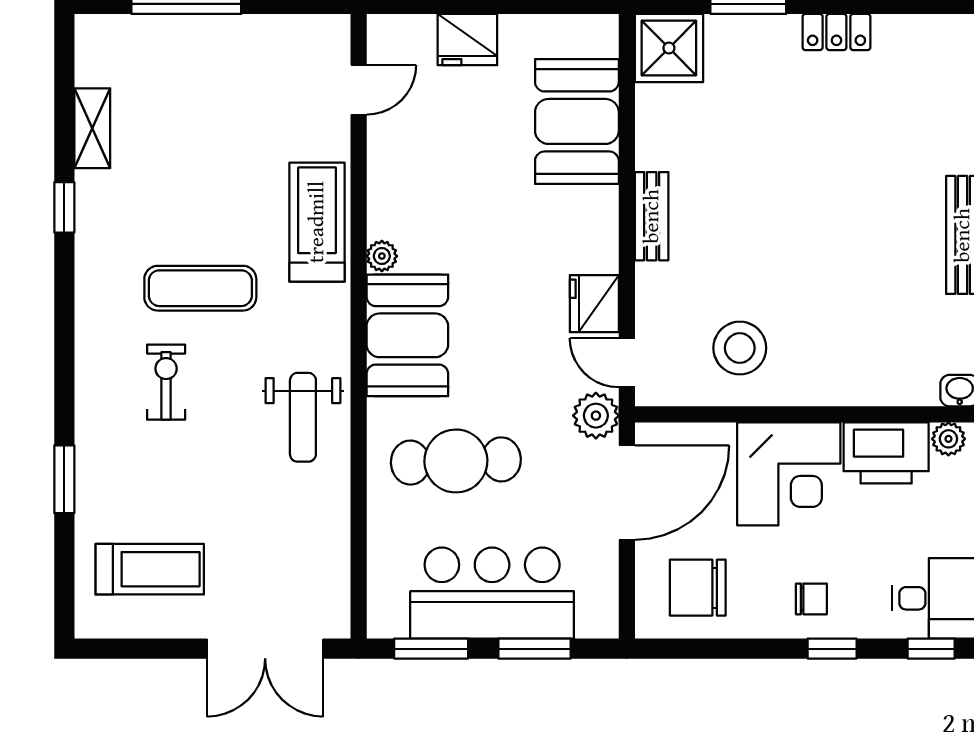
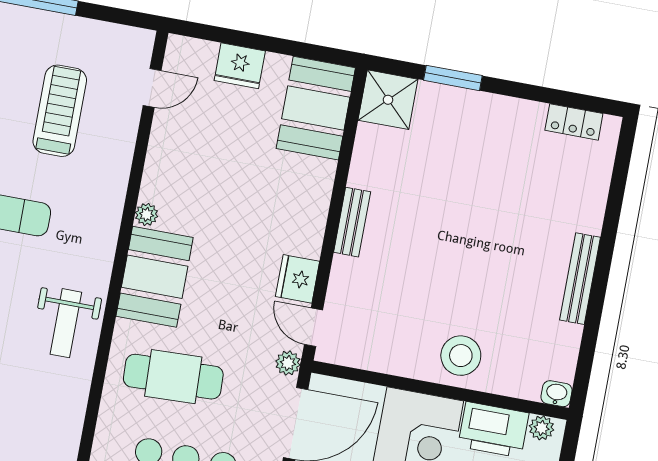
locker: (836, 32) -> (574, 122), moved
booth: (577, 121) -> (316, 108), moved
treadmill: (317, 222) -> (60, 111), moved
stool: (740, 348) -> (461, 356), moved
plant: (596, 416) -> (288, 363), width x0.73, depth x0.73

